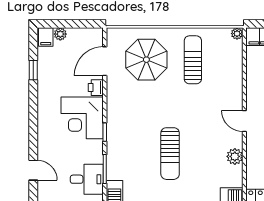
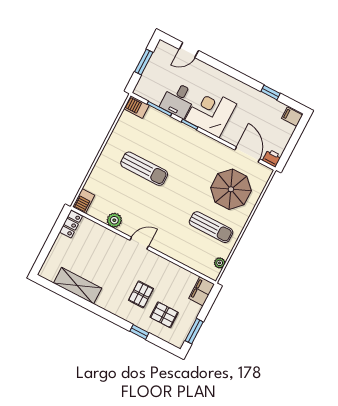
plant: (60, 34) -> (288, 130), removed
plant: (237, 34) -> (220, 263), moved
printer: (96, 88) -> (272, 158), moved
sun lounger: (170, 154) -> (144, 169), turned 180
desk: (87, 179) -> (178, 100), moved

